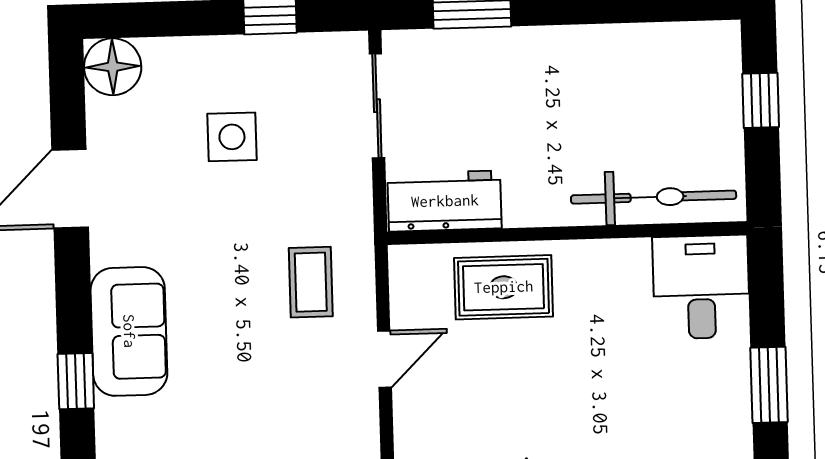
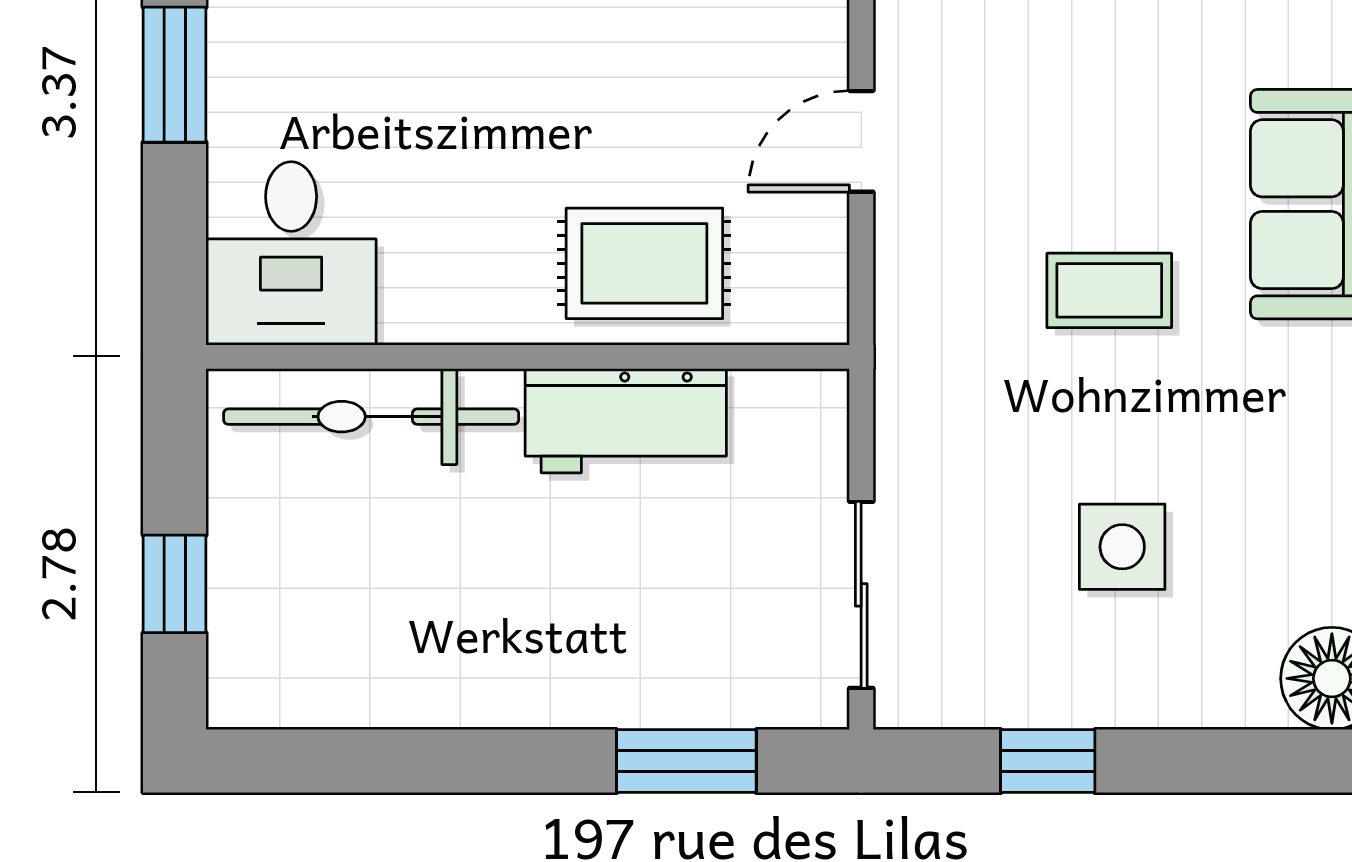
workbench: (445, 201) -> (626, 421), moved
coffee table: (311, 282) -> (1109, 290), moved, turned 90

